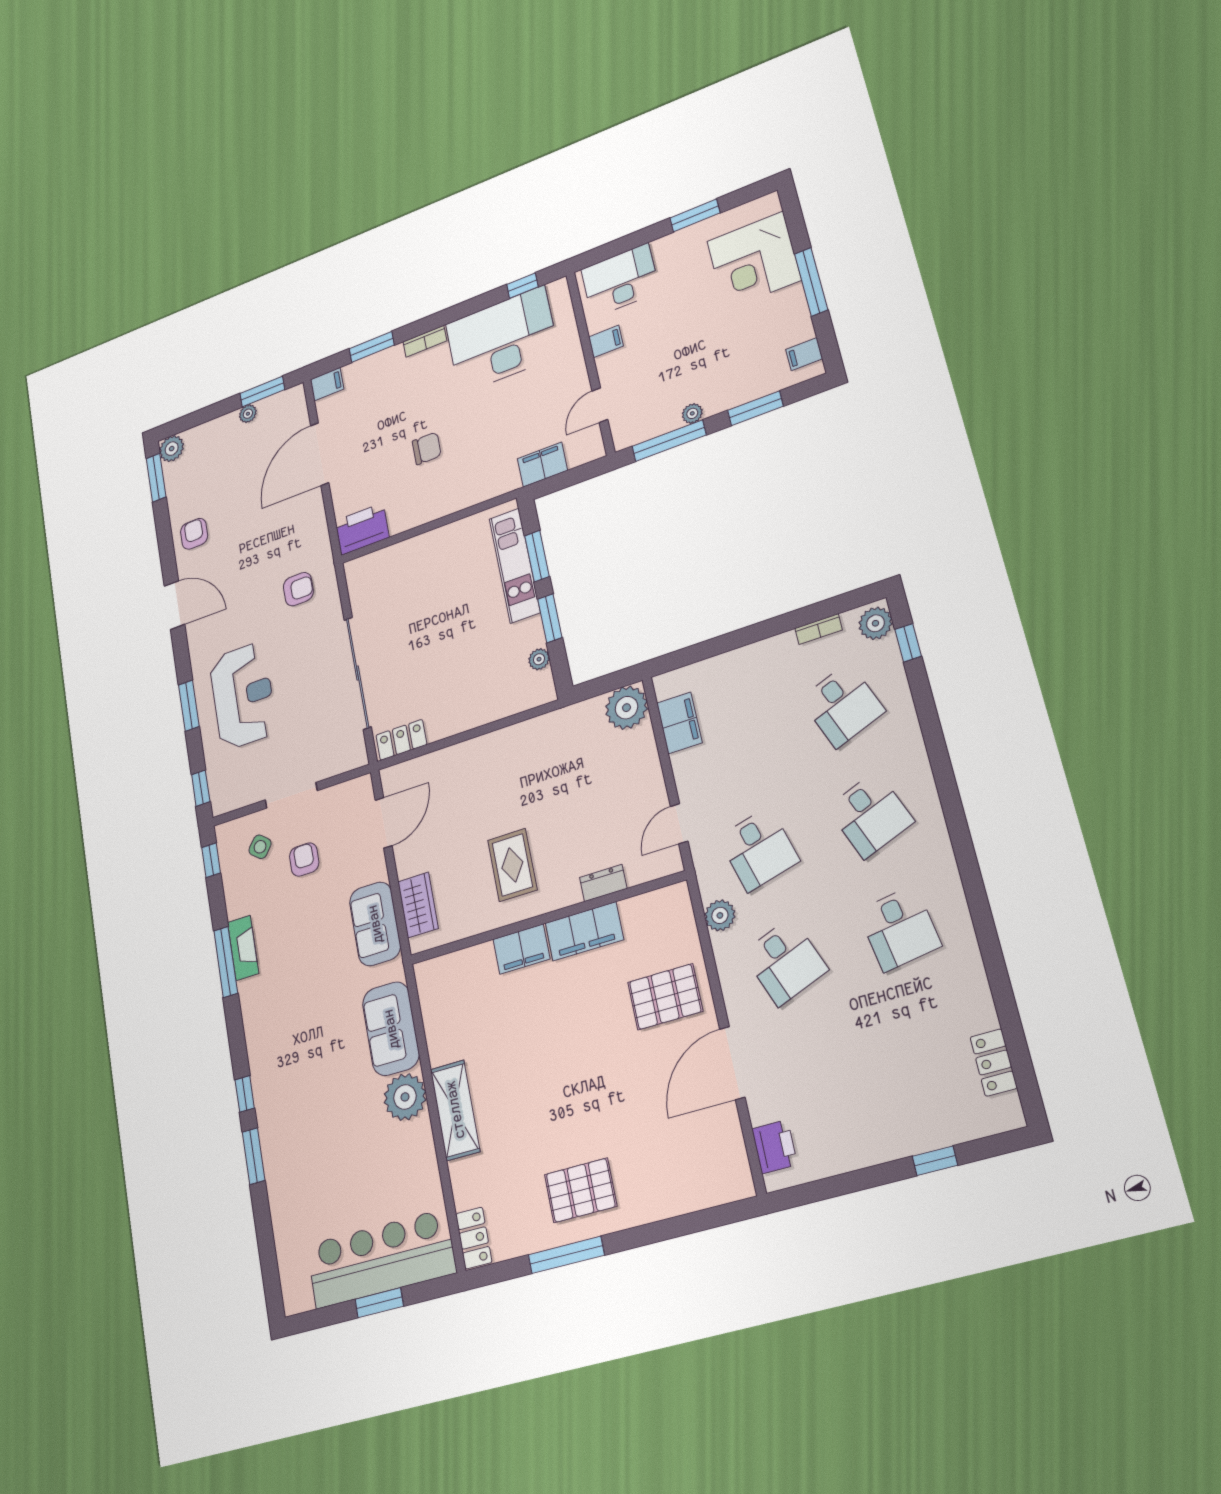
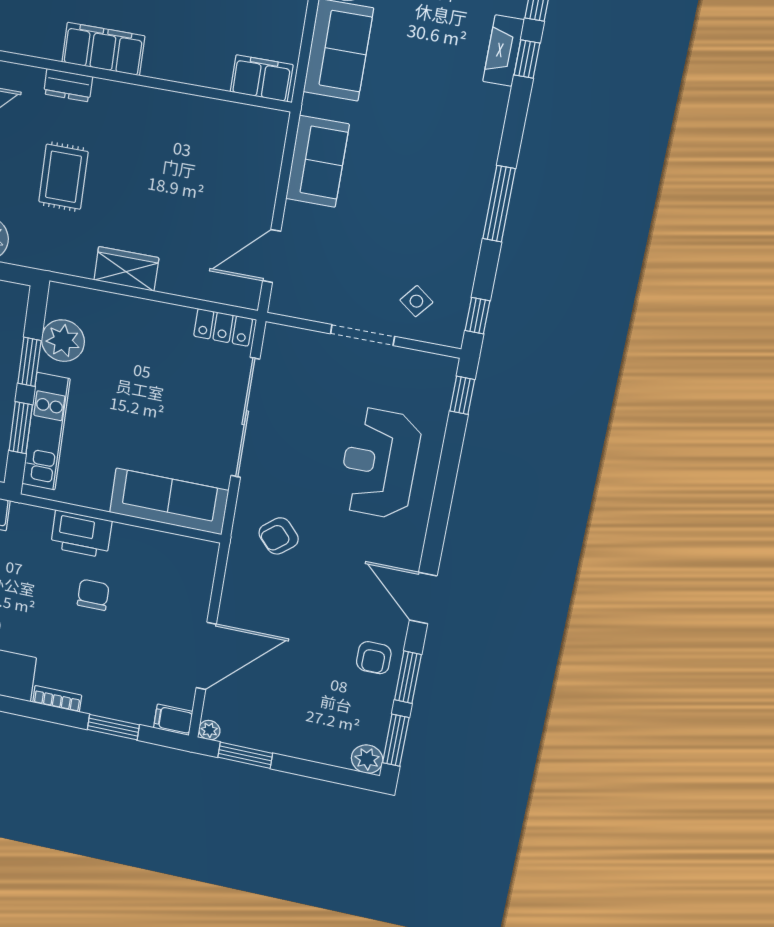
plant: (248, 414) -> (209, 730), moved
chair: (427, 448) -> (93, 595), turned 90
printer: (362, 529) -> (81, 534), moved
sofa: (393, 566) -> (169, 501), added
armchair: (298, 589) -> (279, 536), turned -41
plant: (539, 659) -> (63, 341), width x1.88, depth x1.88
window: (189, 706) -> (408, 677), moved
armchair: (304, 860) -> (372, 263), removed
rug: (512, 865) -> (63, 177), moved
wardrobe: (418, 905) -> (126, 269), moved, turned 90
fireplace: (243, 948) -> (504, 51), moved
filing cabinet: (521, 949) -> (262, 78), moved

